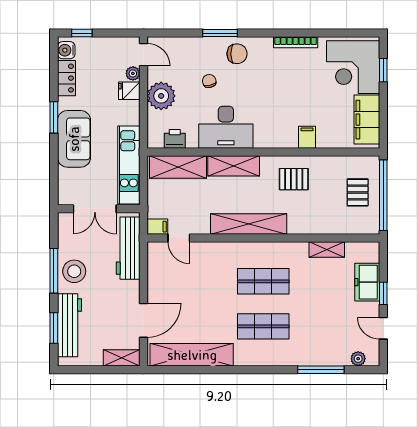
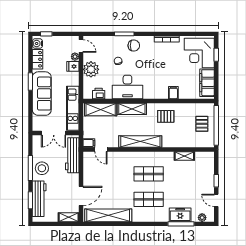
sofa: (74, 139) -> (42, 94), width x1.36
freezer: (367, 282) -> (180, 215), moved, turned 90

